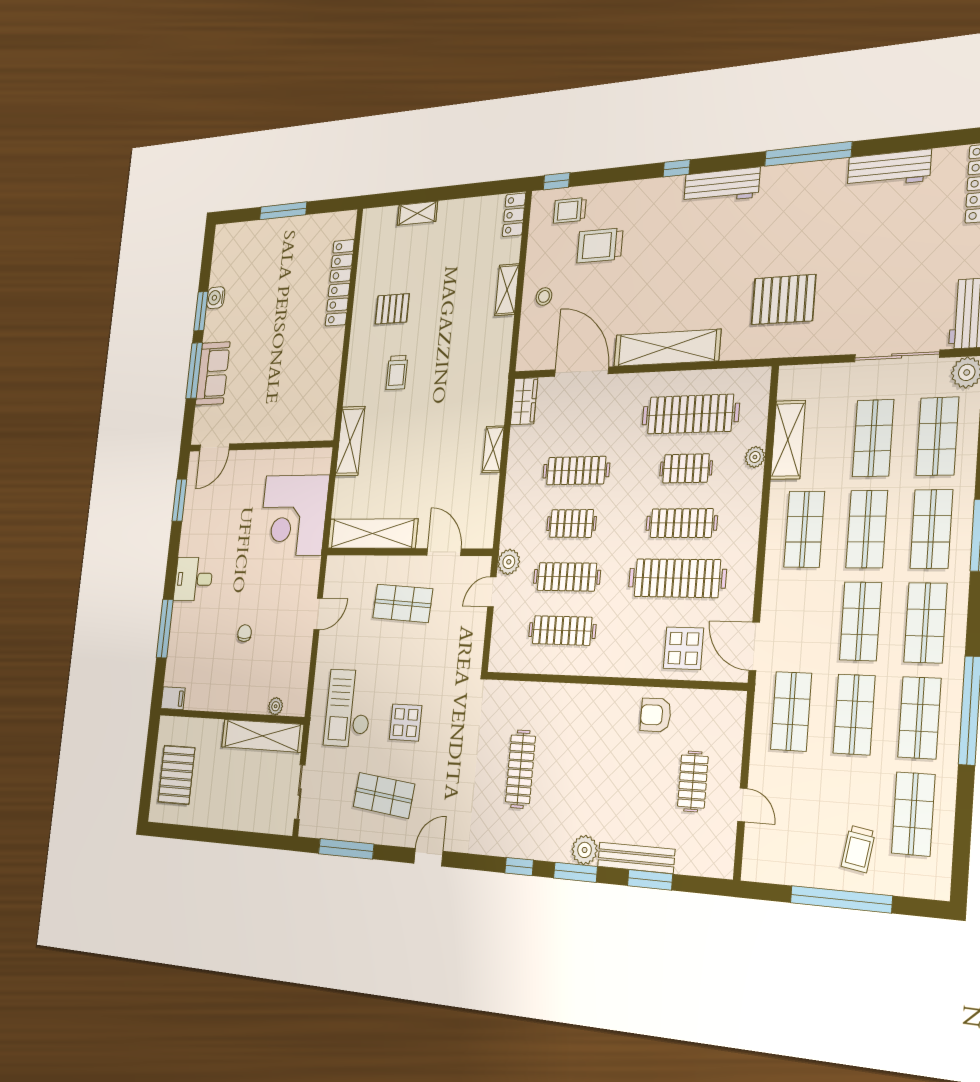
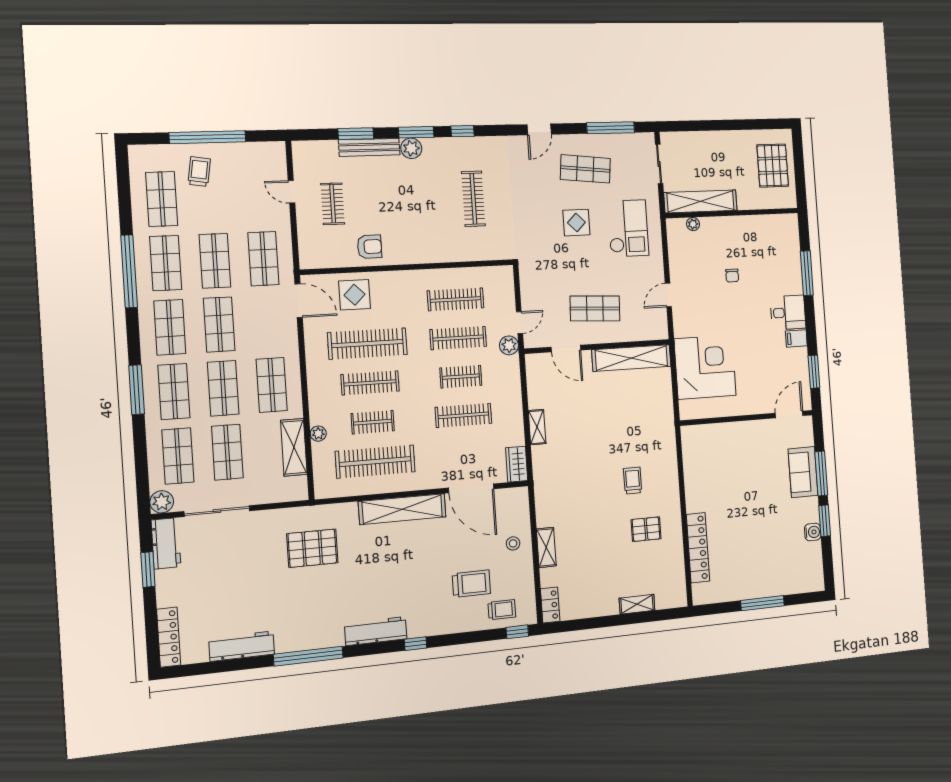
shelving: (350, 441) -> (665, 426), removed
filing cabinet: (173, 698) -> (796, 338), moved

